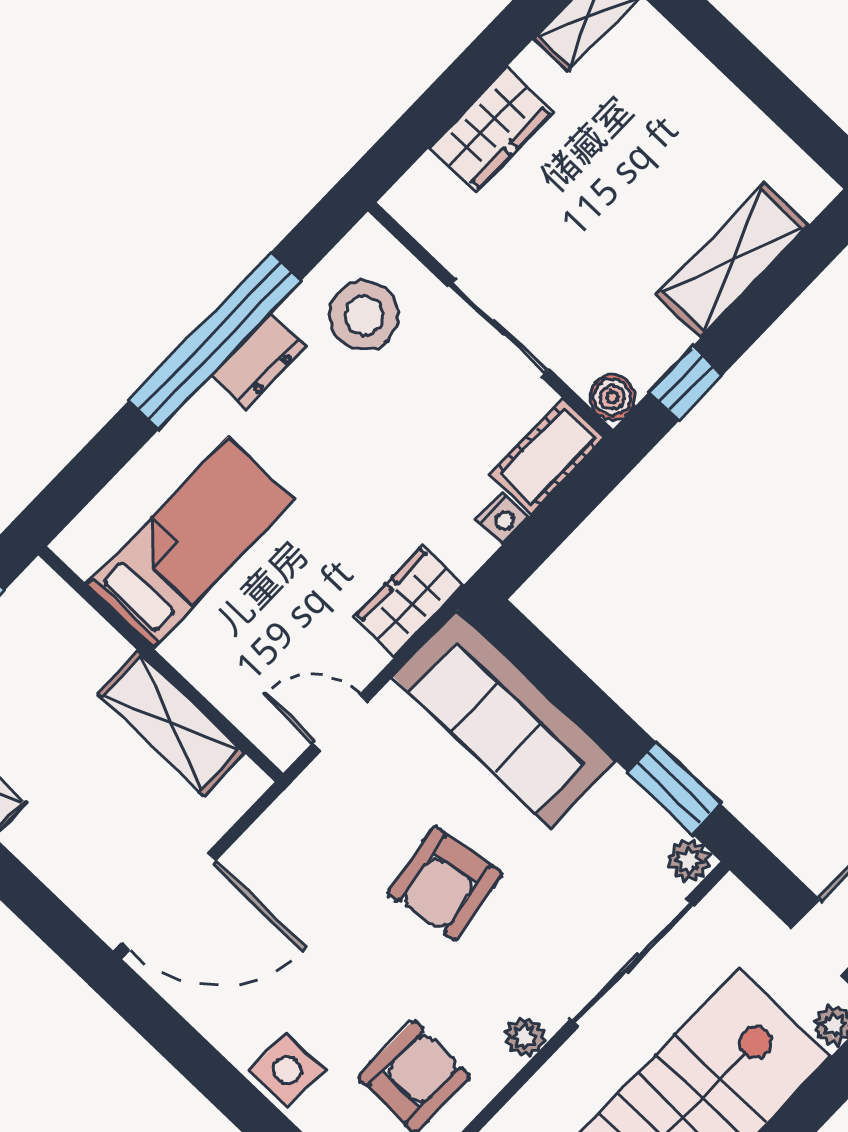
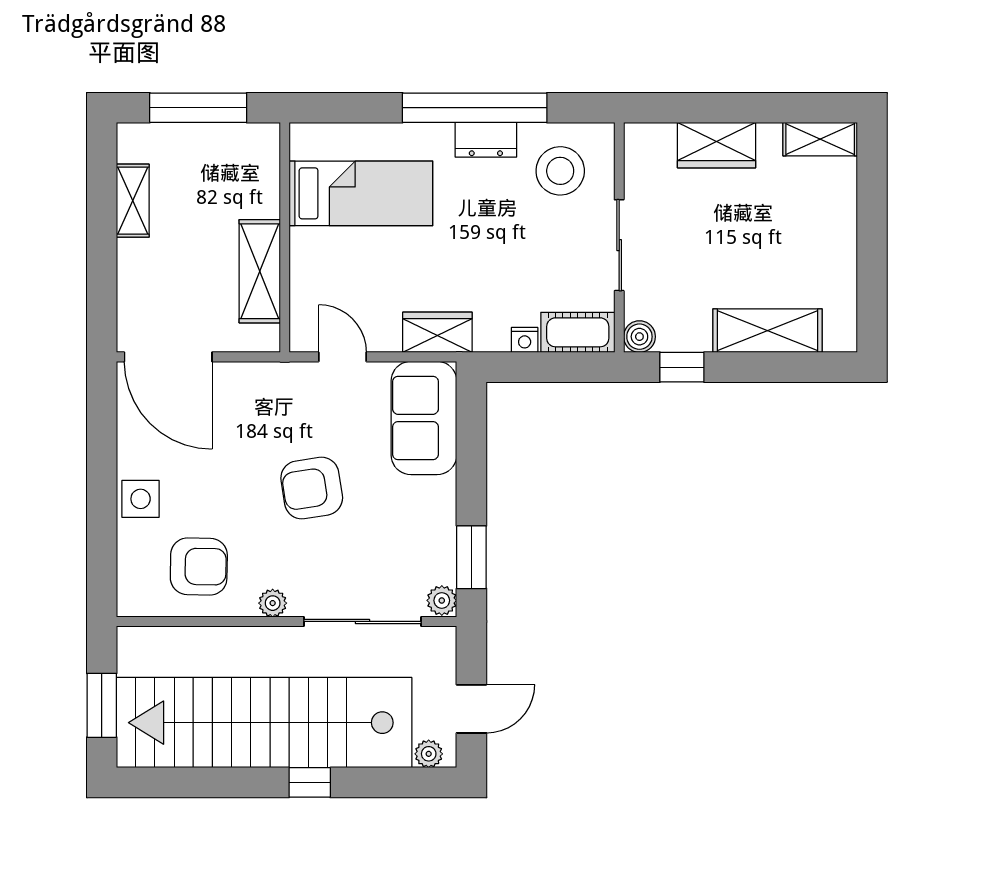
sofa: (505, 719) -> (424, 418), width x0.73

